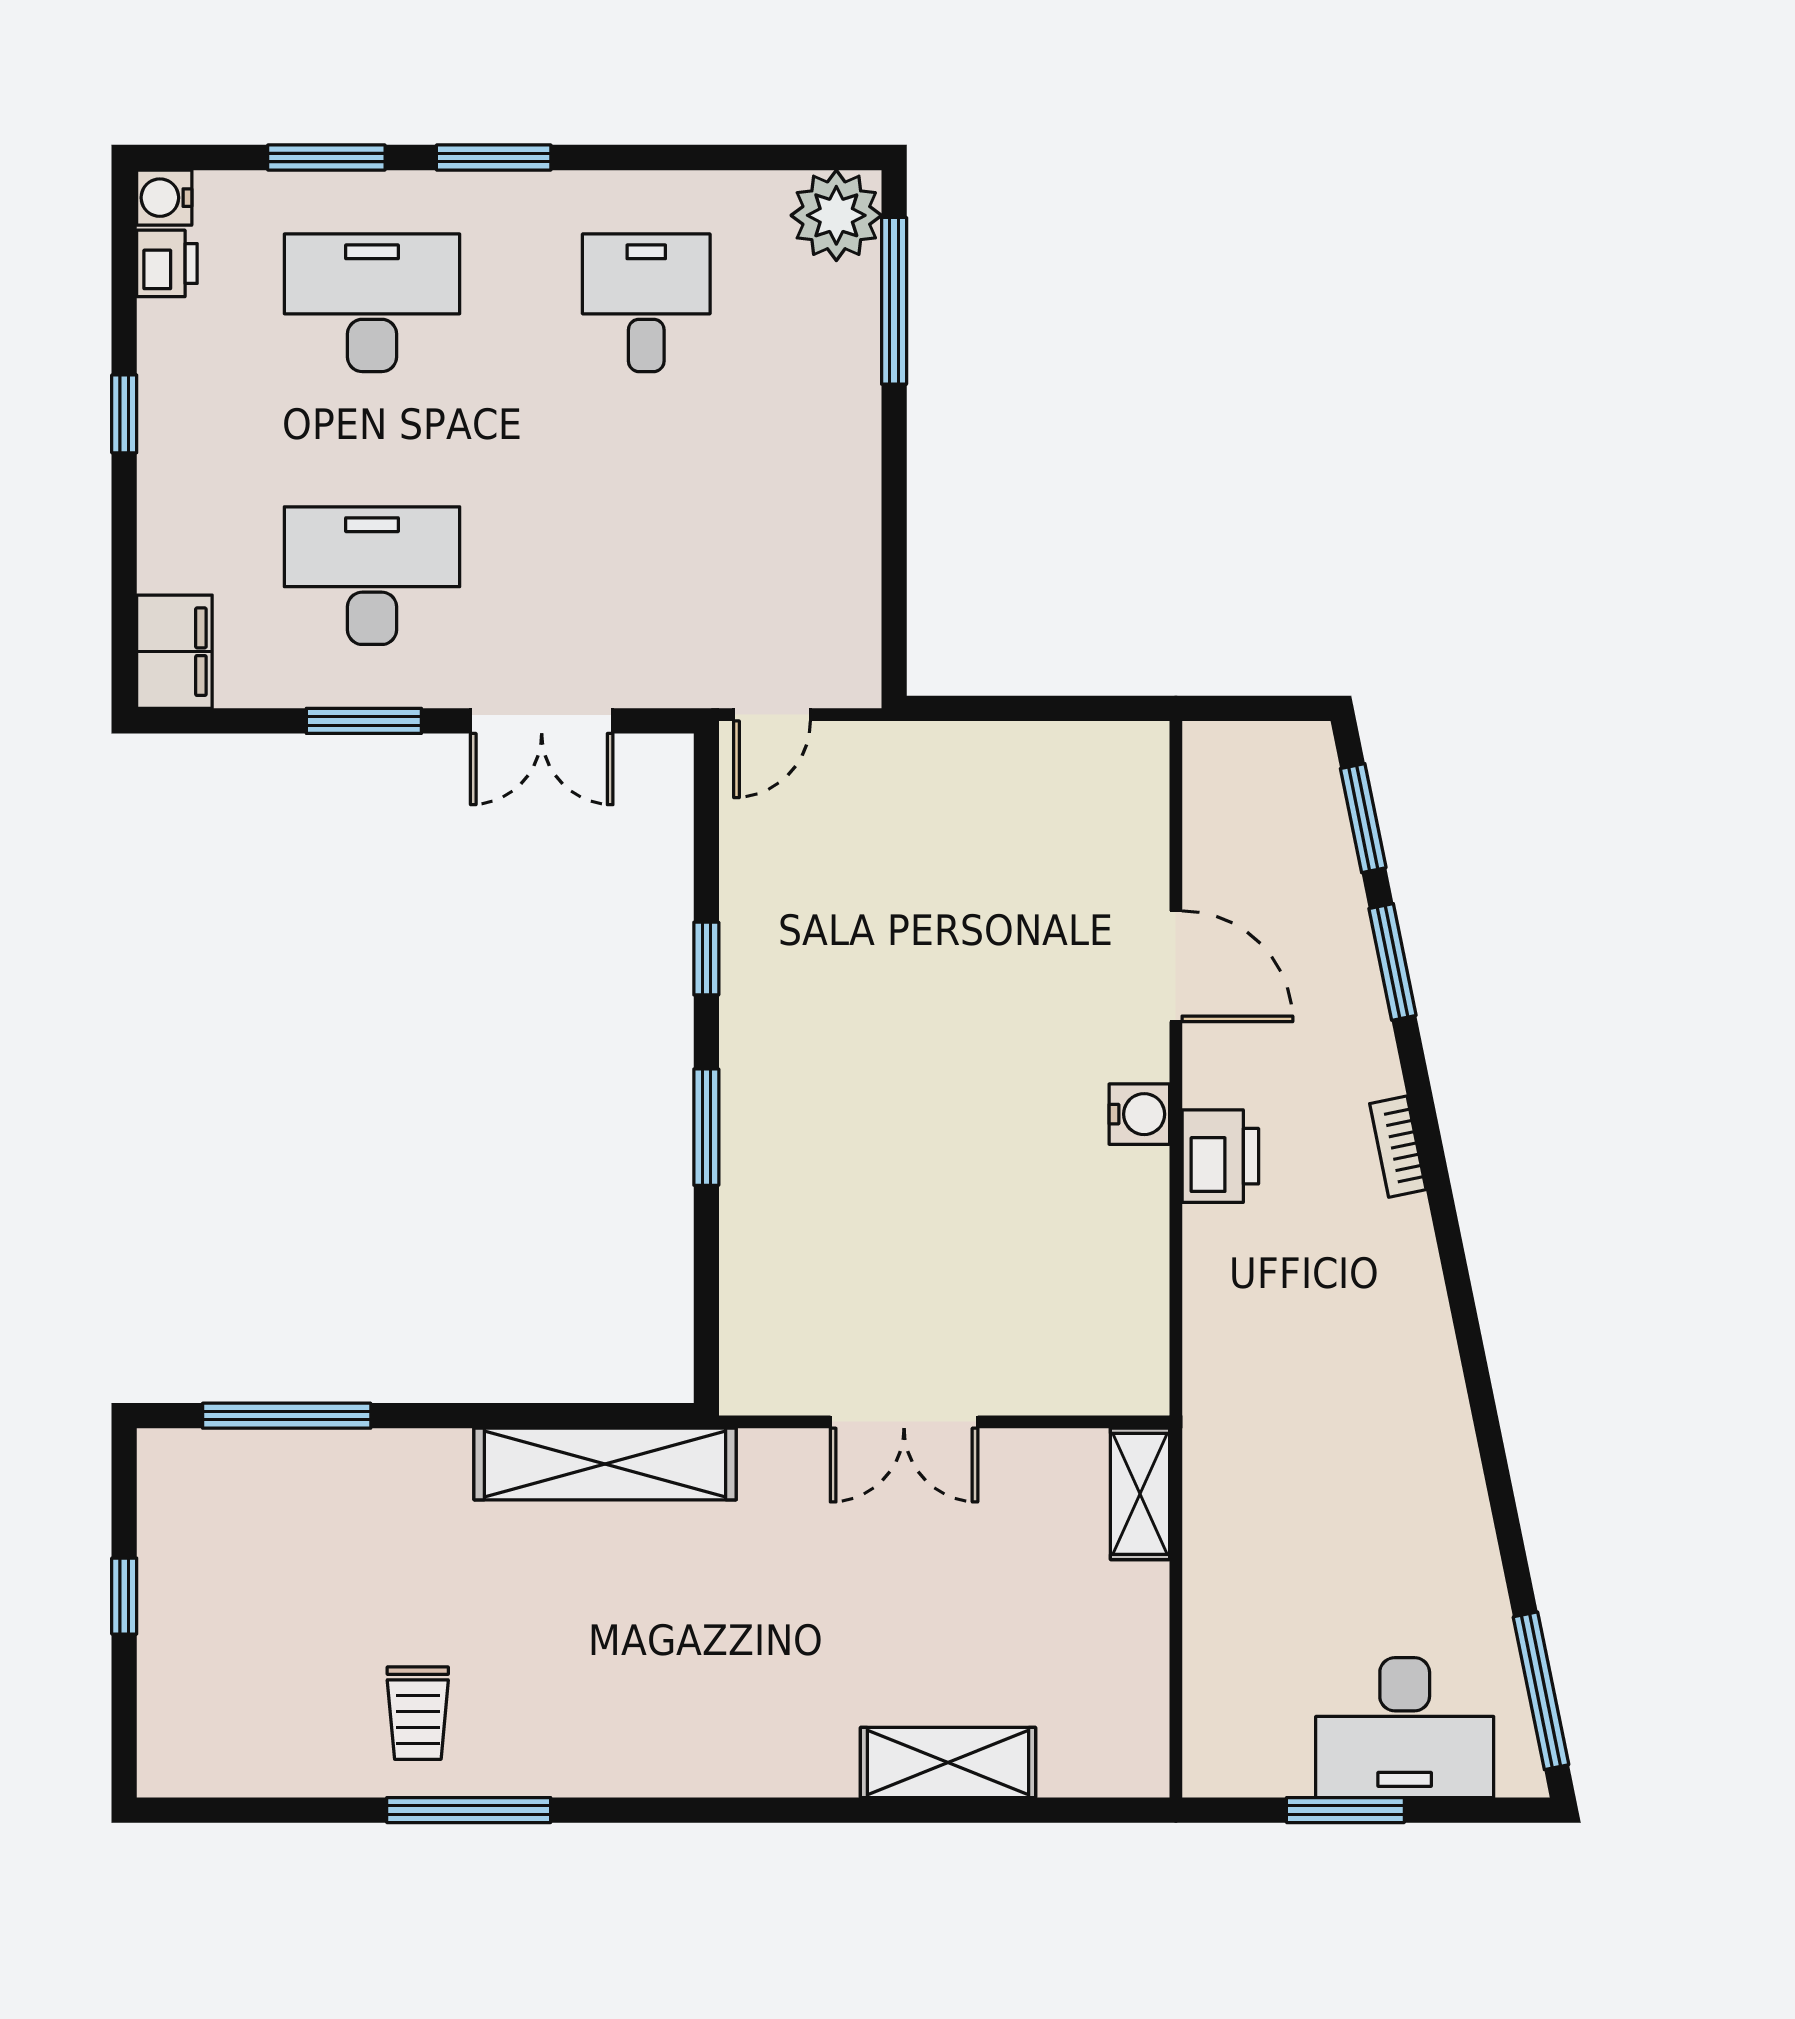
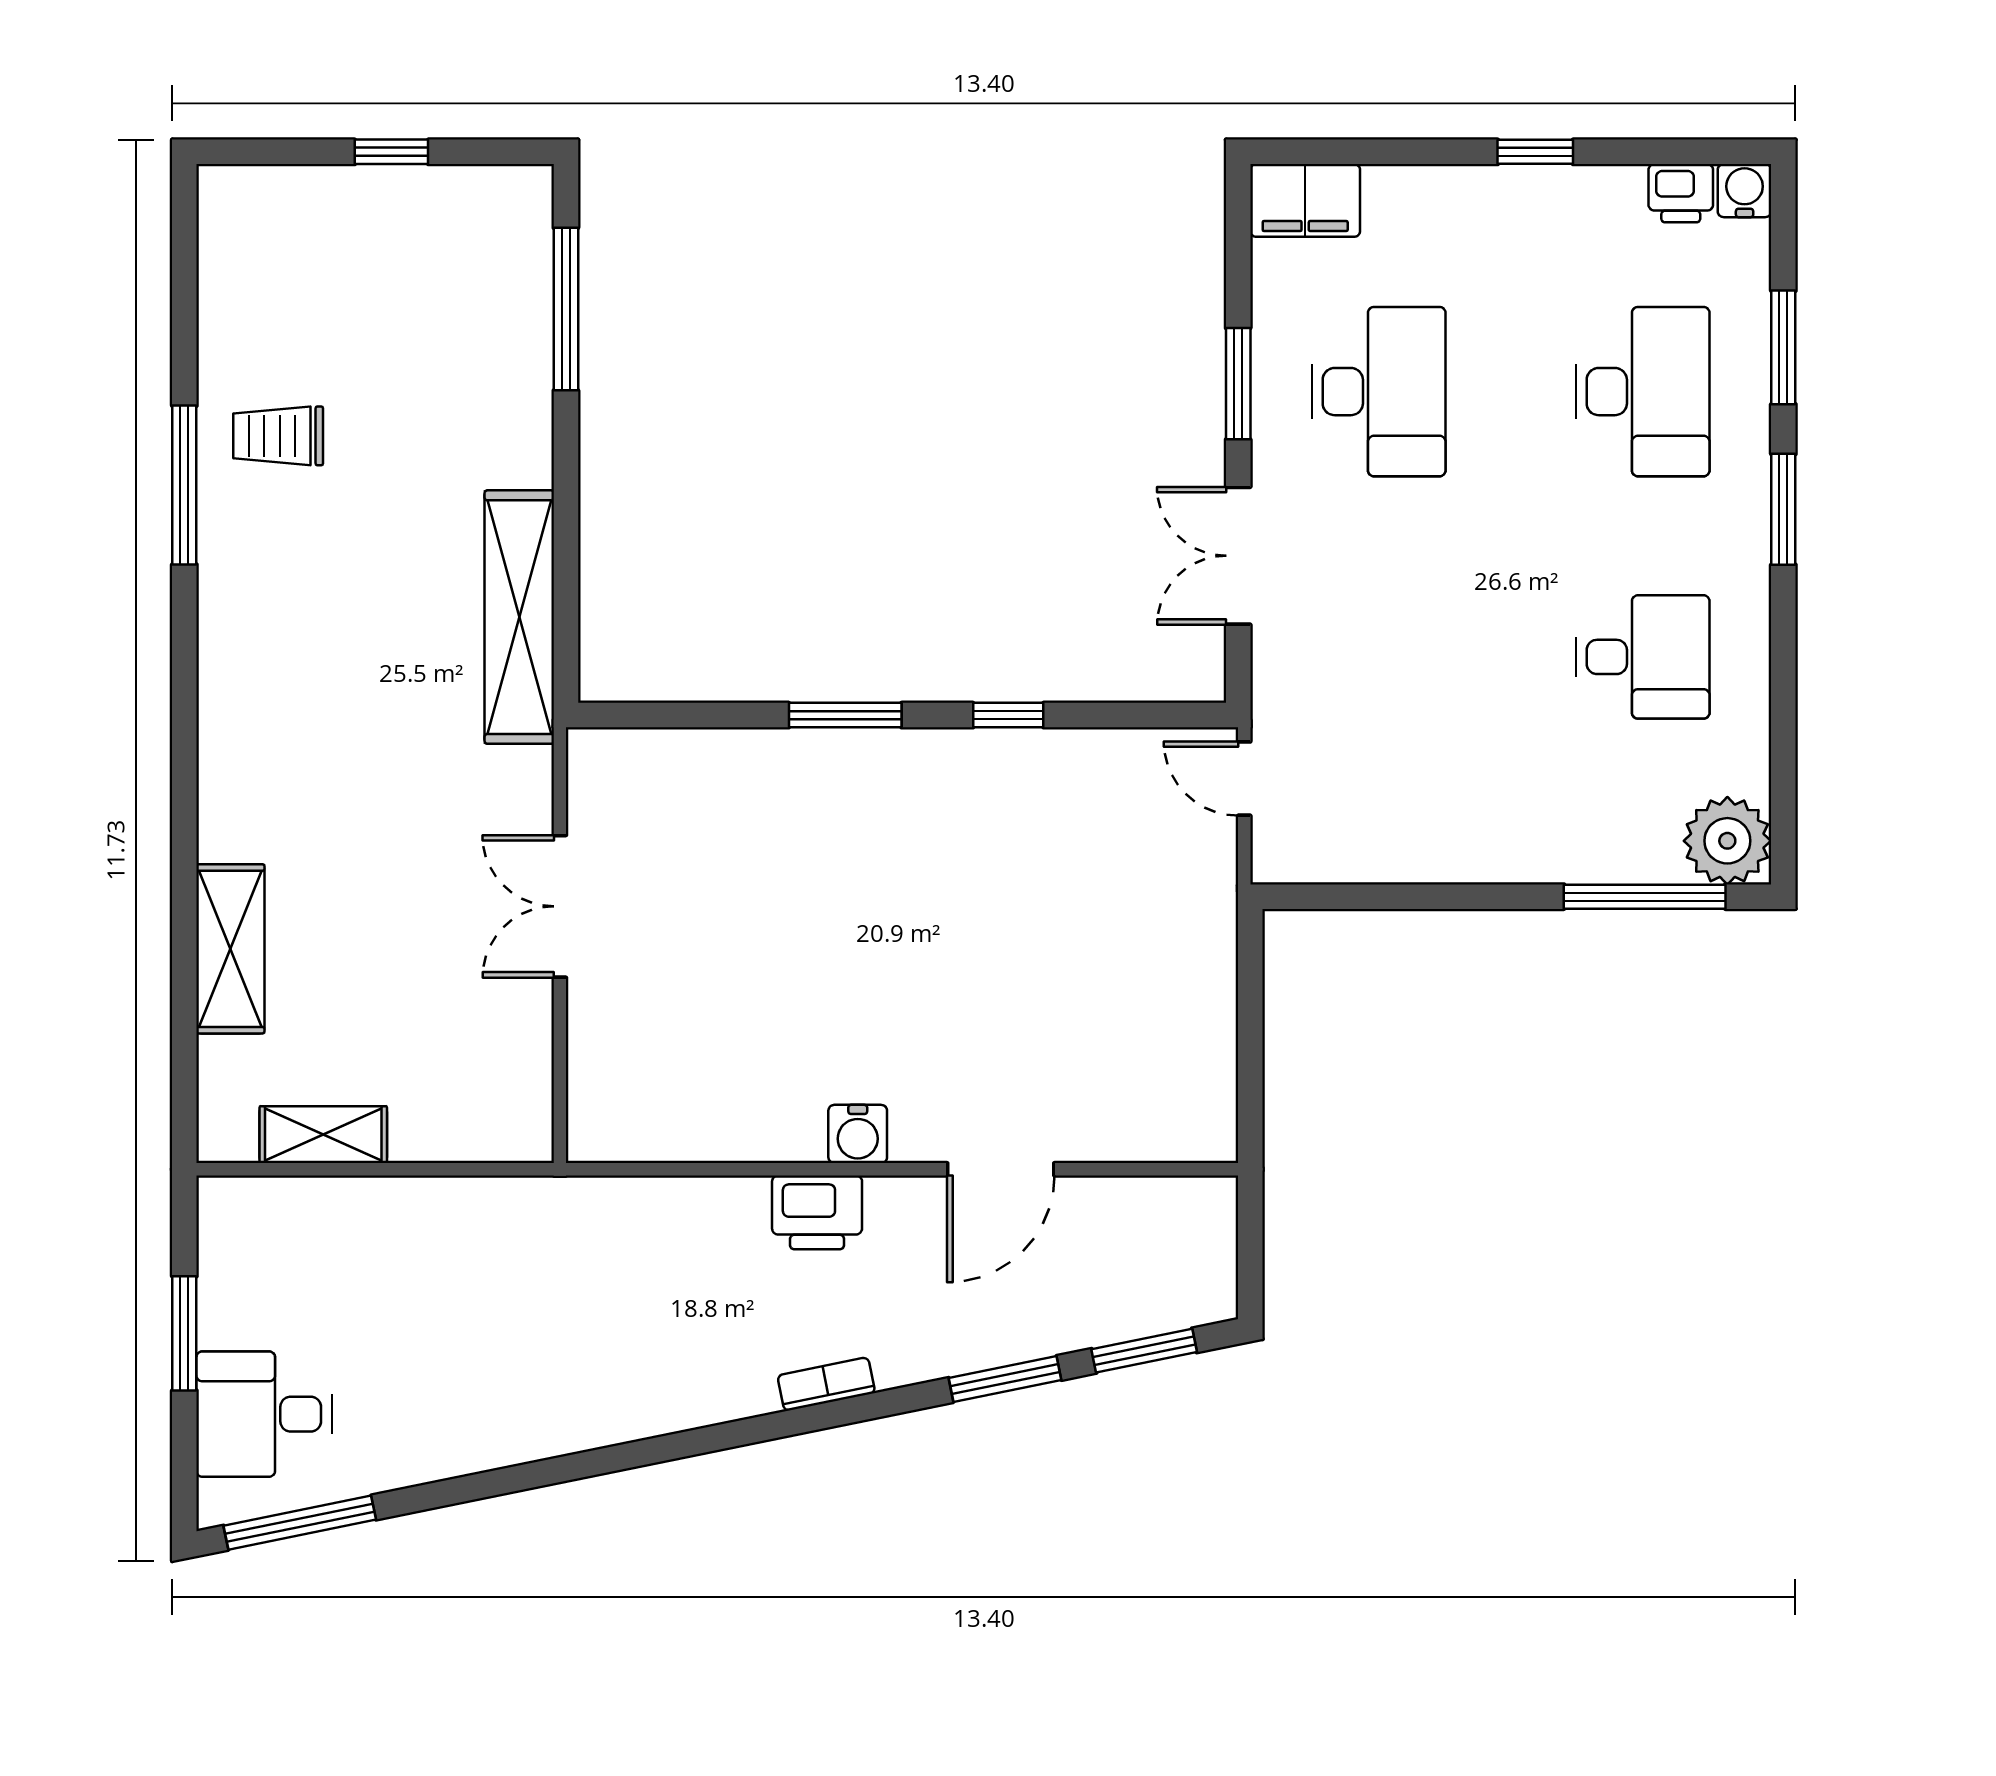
shelving: (1140, 1494) -> (323, 1135), moved
desk: (1405, 1728) -> (264, 1414), width x0.73

